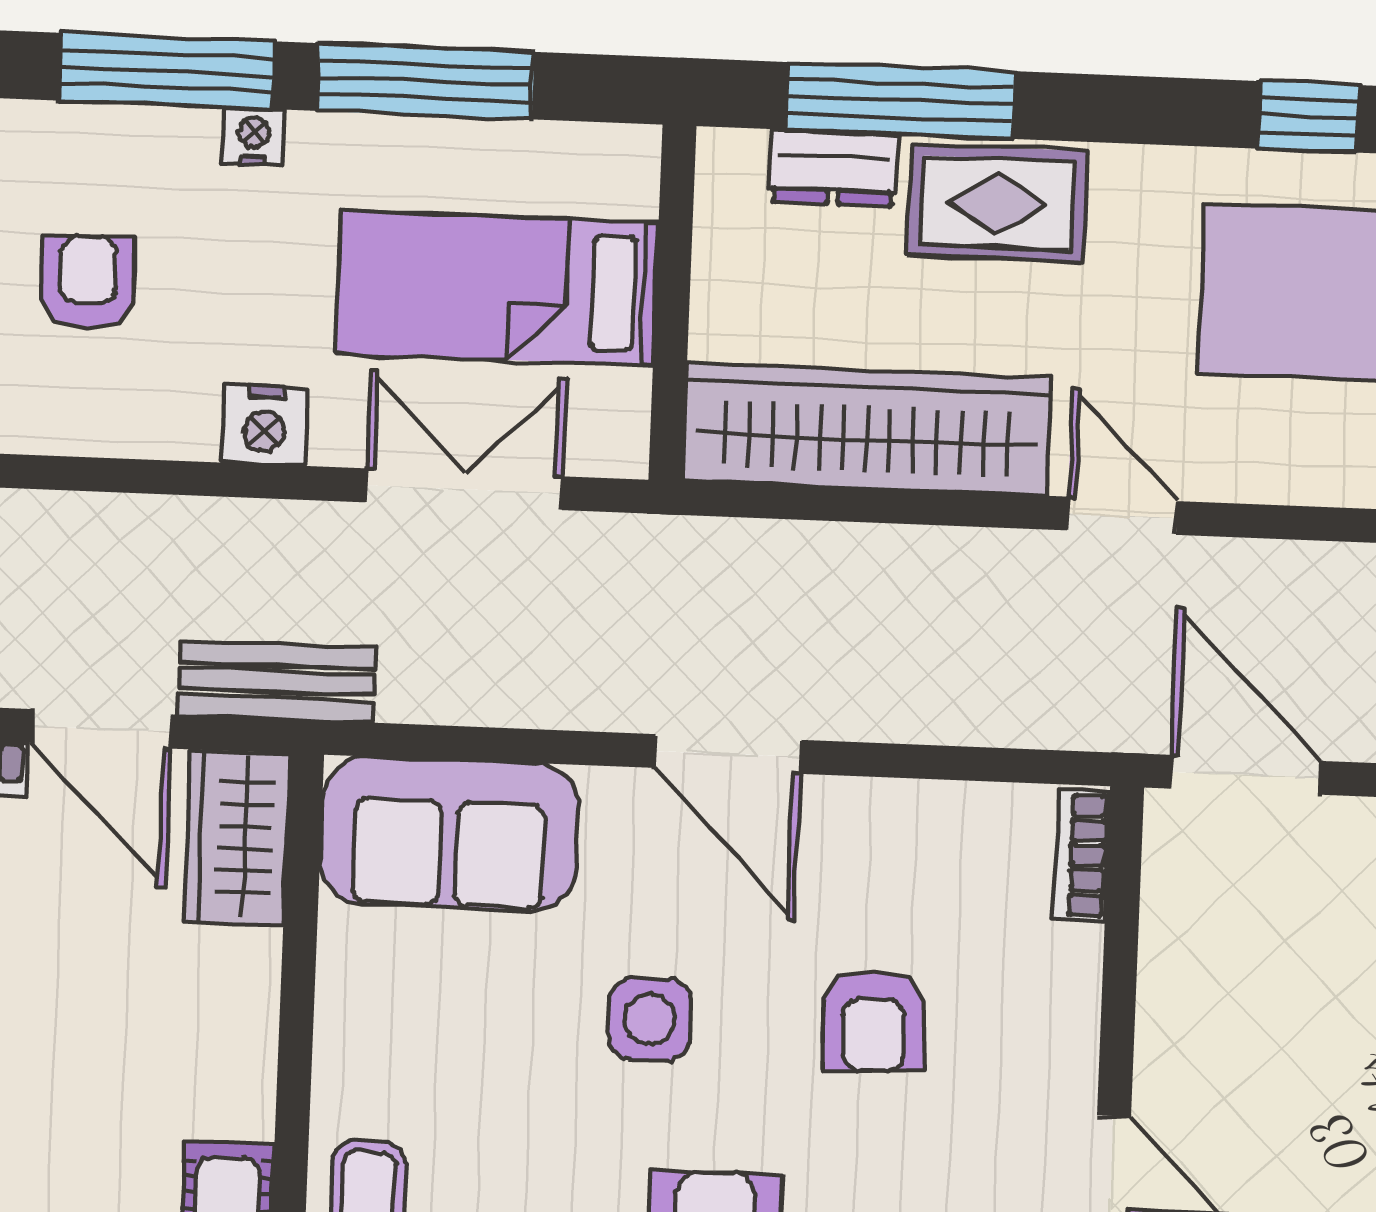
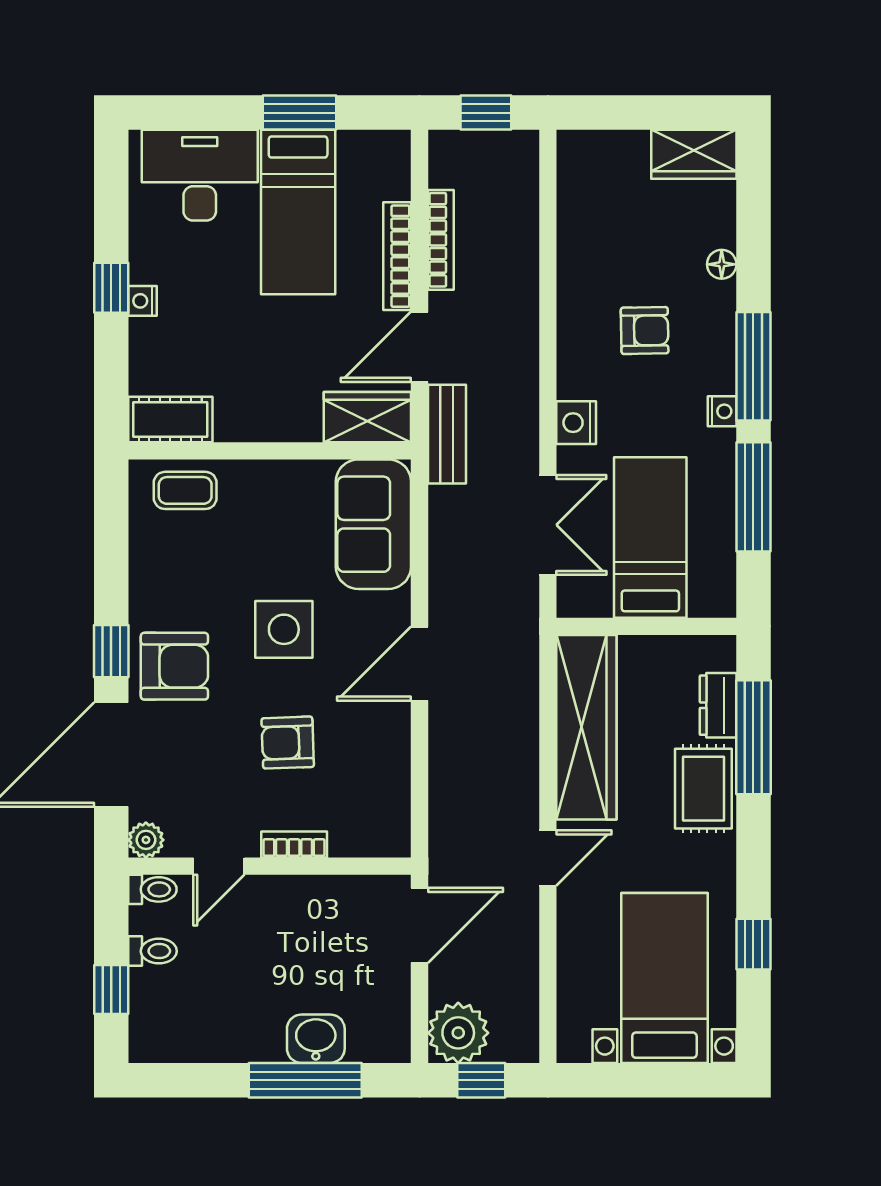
bookcase: (1082, 855) -> (294, 844), moved
side table: (650, 1019) -> (284, 629), width x1.37, depth x1.37

